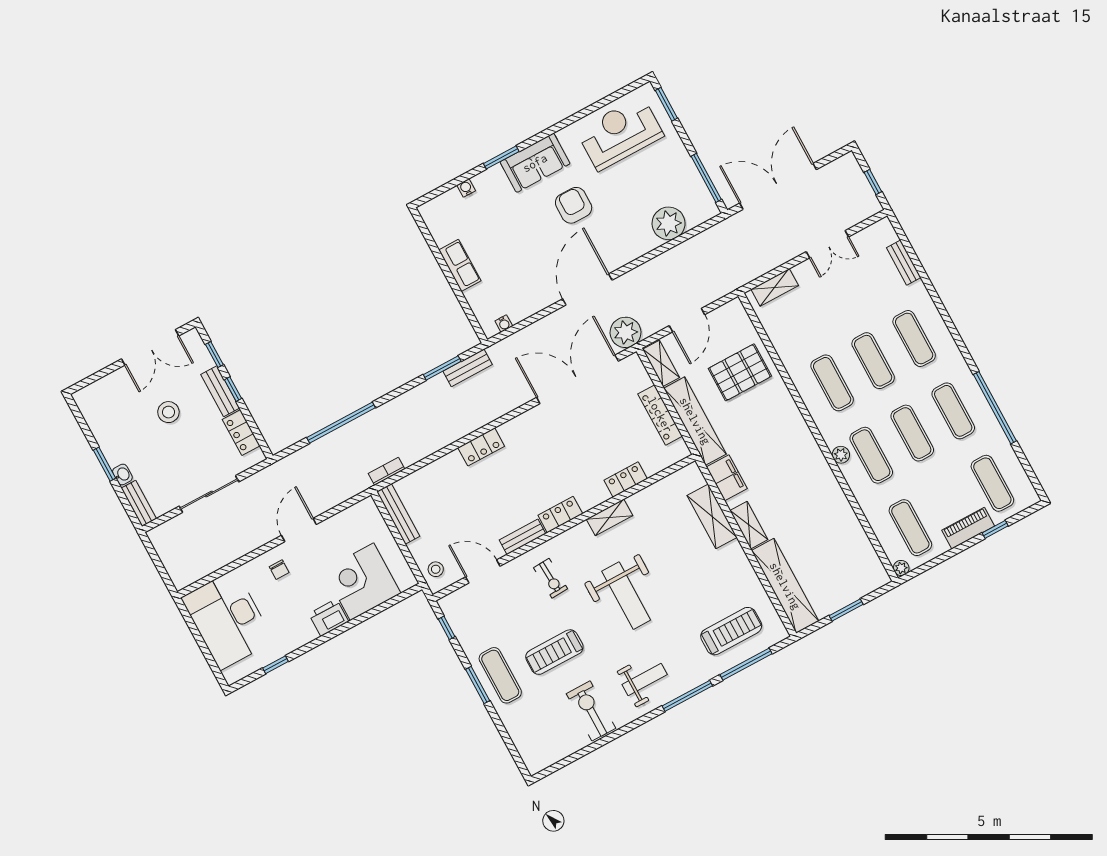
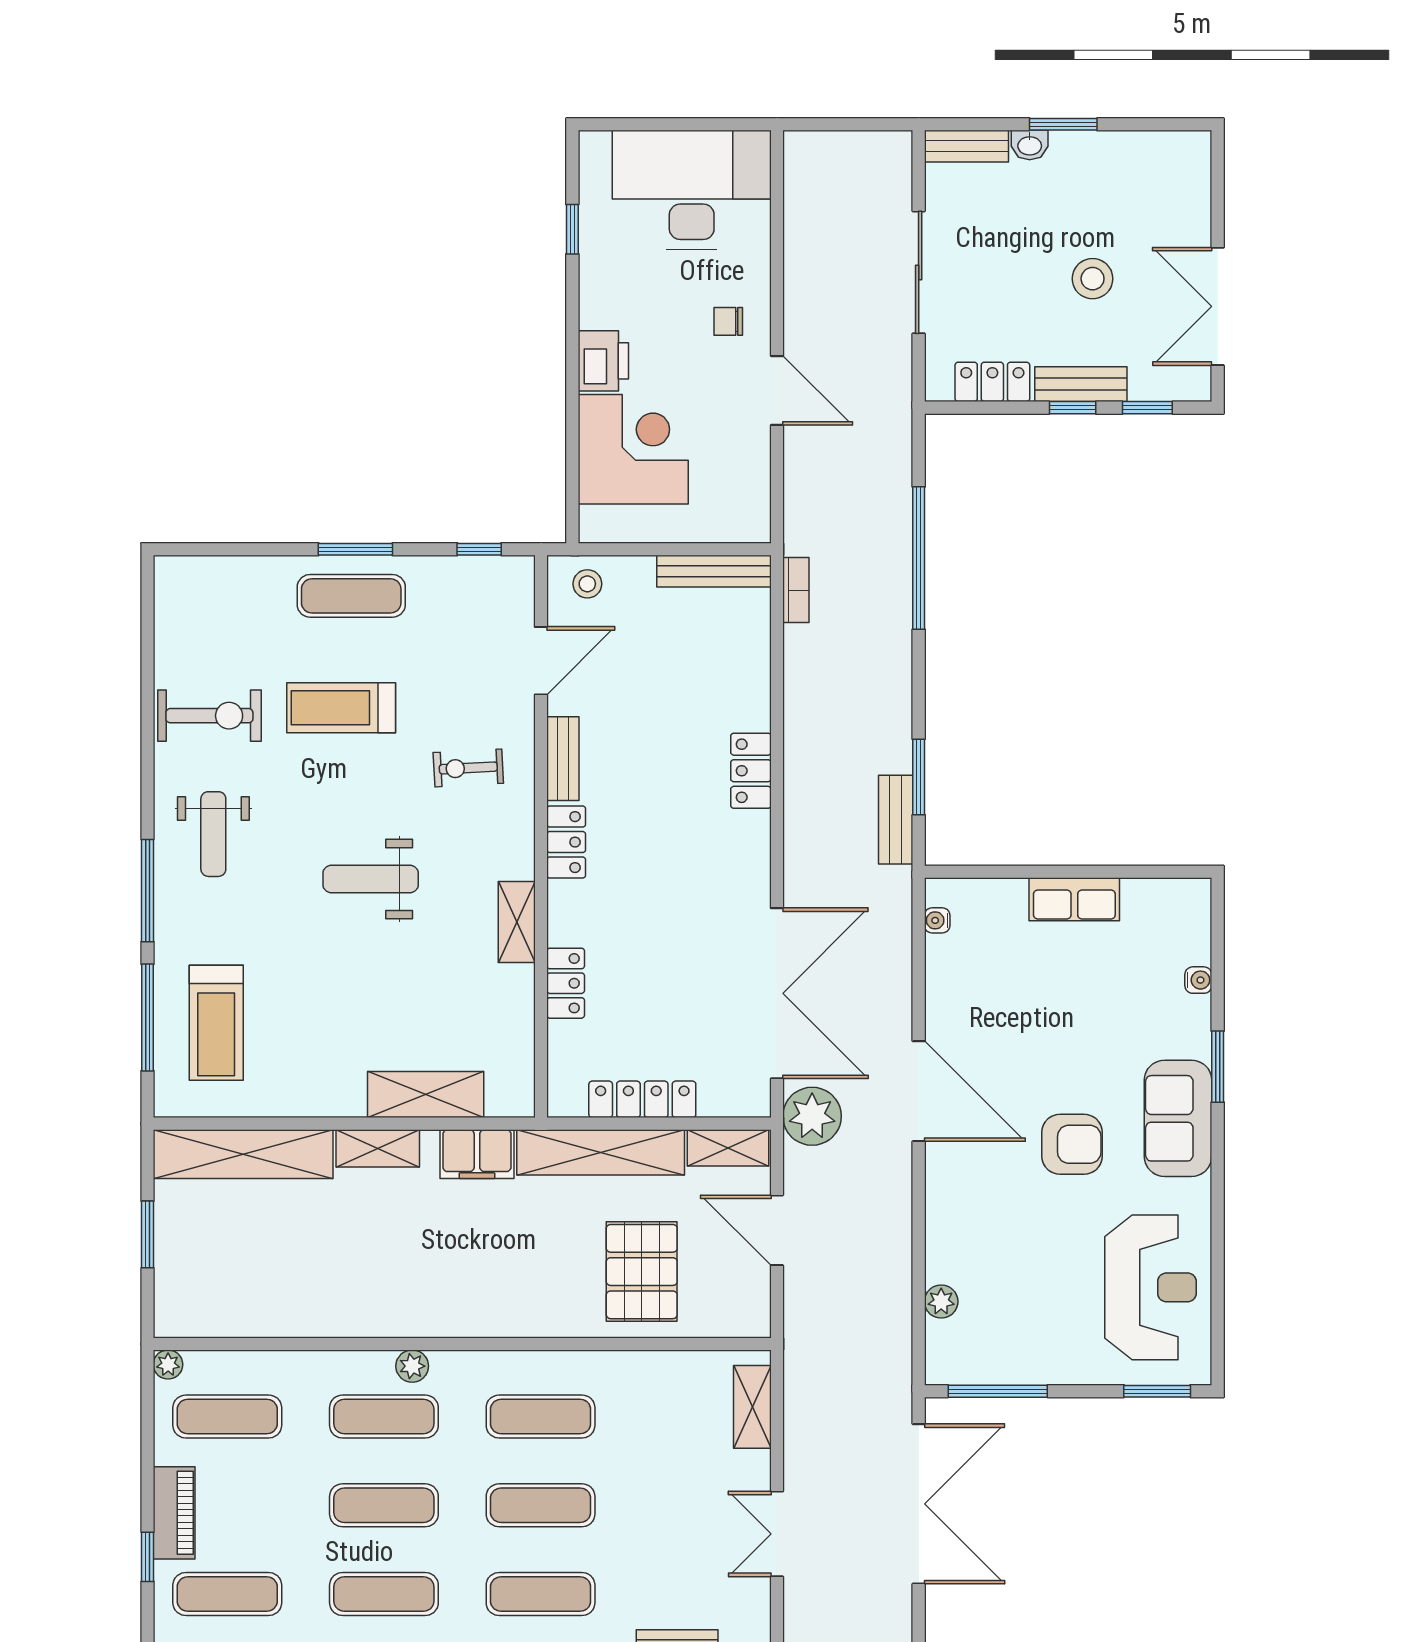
plant: (669, 223) -> (941, 1302), width x0.53, depth x0.53
weight bench: (626, 596) -> (371, 879), width x0.73, depth x0.75
treadmill: (554, 652) -> (341, 708), turned -90

